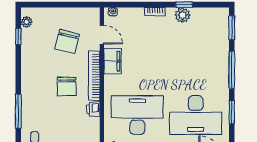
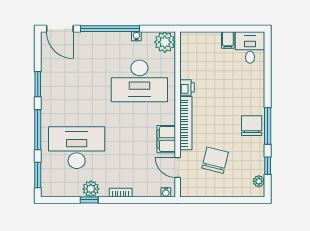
chair: (67, 86) -> (252, 126), moved
window: (18, 111) -> (268, 126), moved
desk: (196, 115) -> (77, 148), moved

